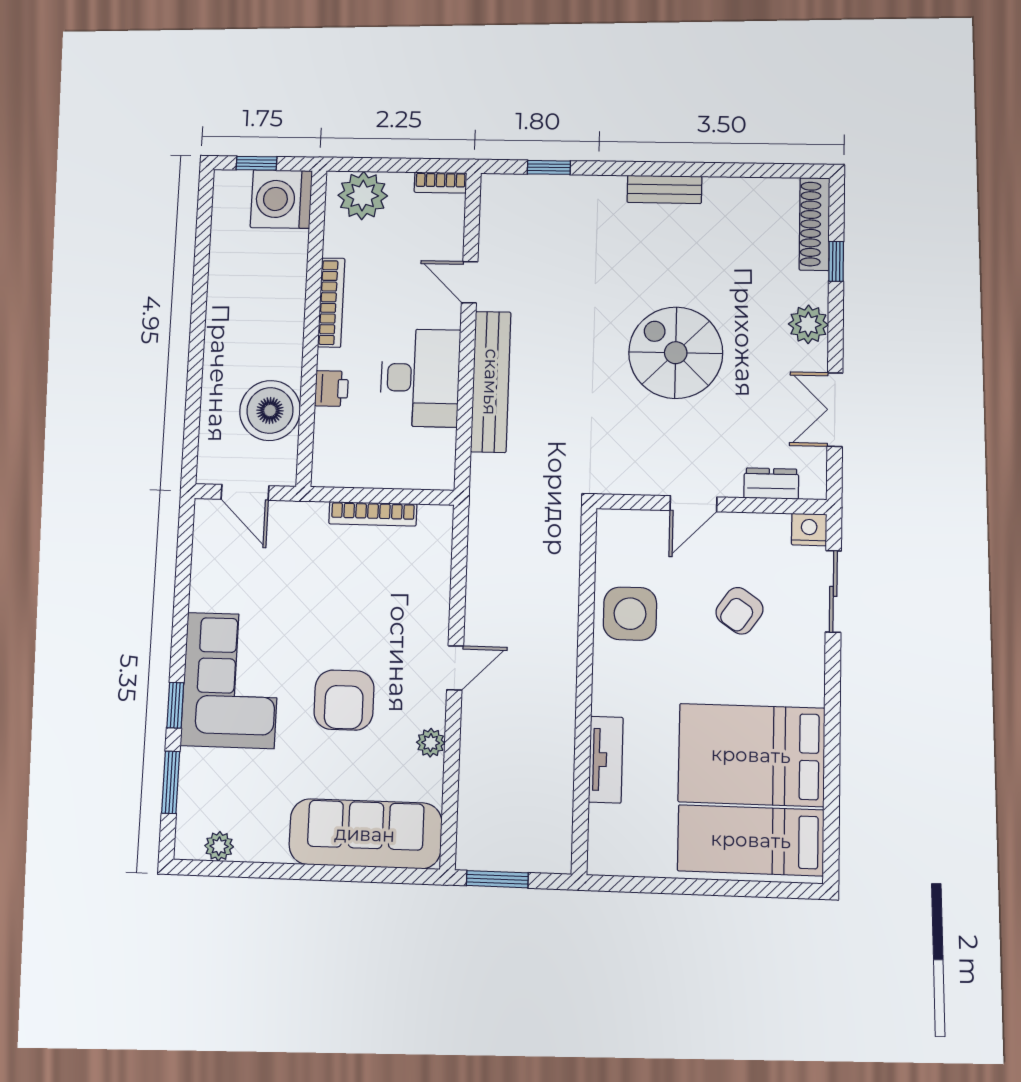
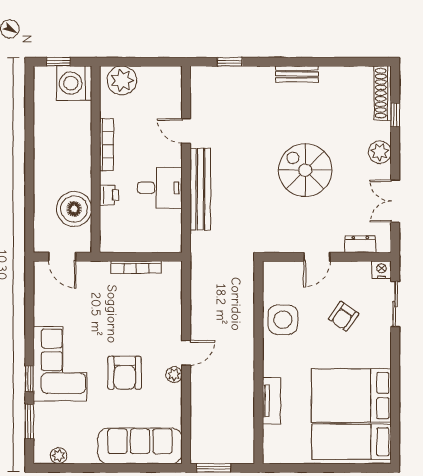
bookcase: (440, 183) -> (167, 72), removed
desk: (420, 378) -> (160, 188), width x0.73
plant: (431, 743) -> (174, 375), moved

